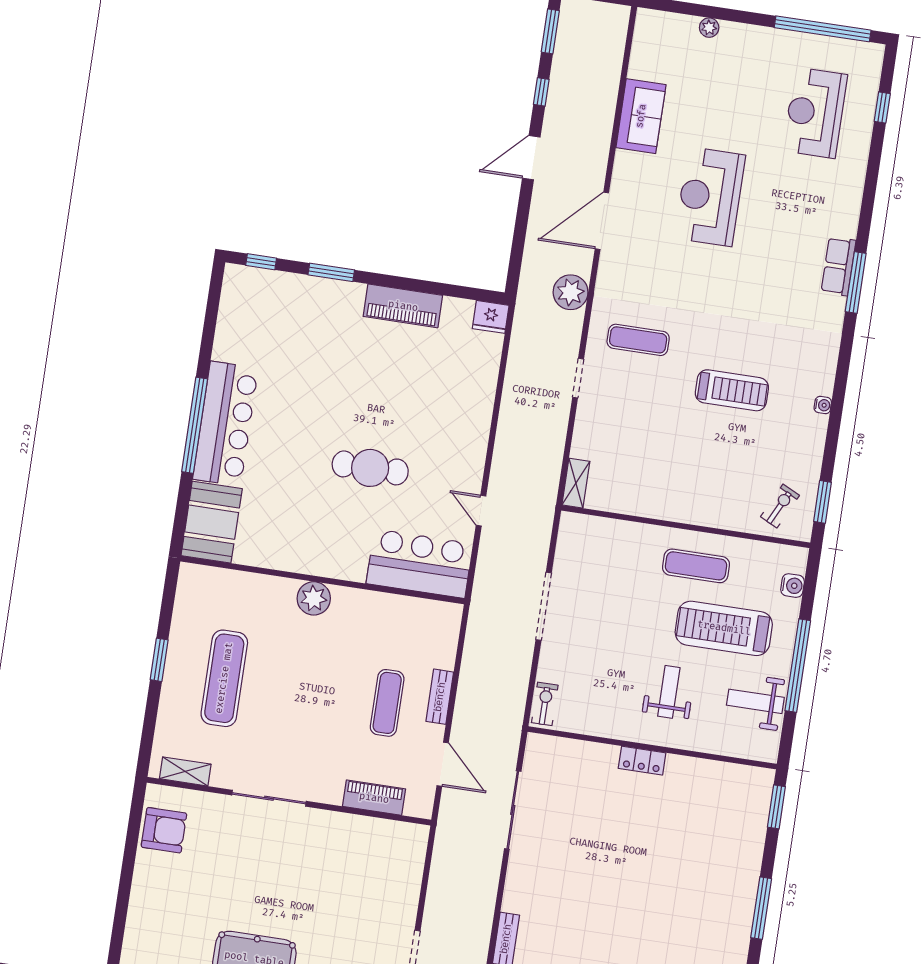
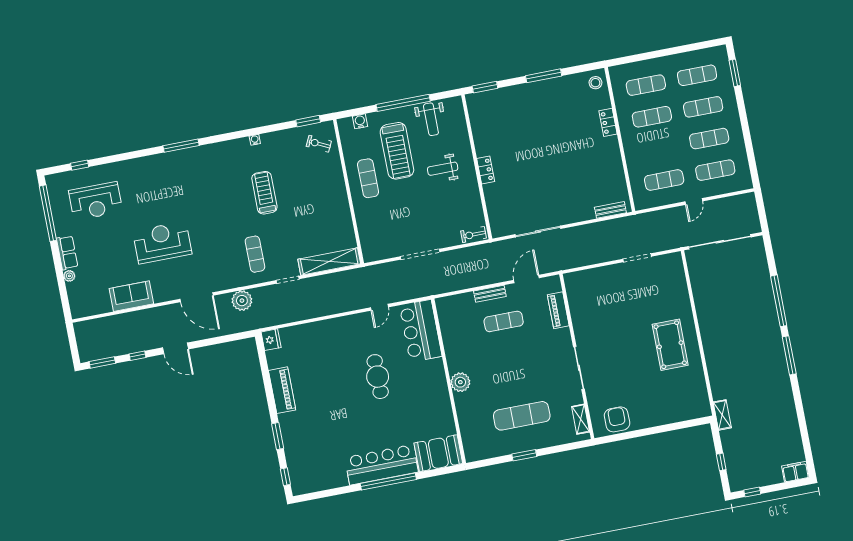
reception desk: (710, 197) -> (162, 243), turned 180
row of seats: (838, 266) -> (67, 253), moved, turned -90
shelving: (576, 483) -> (329, 262), width x2.20, depth x1.33

